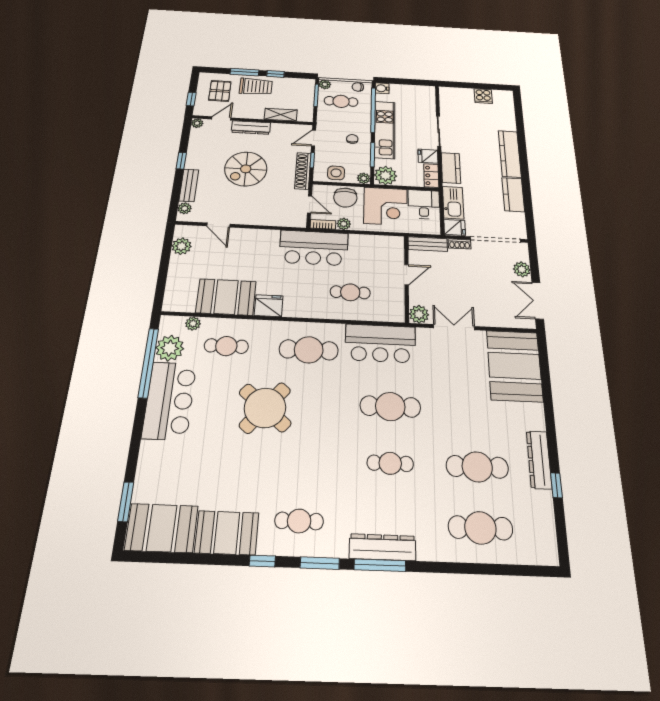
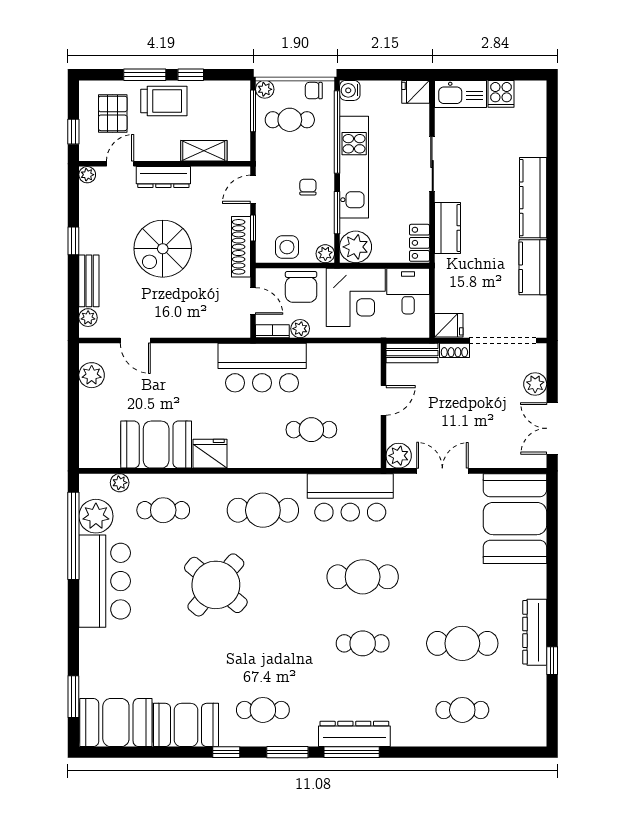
fridge: (428, 156) -> (416, 92), moved
kitchen sink: (453, 203) -> (461, 94), moved, turned 90
cafe table: (480, 528) -> (462, 710), width x0.73, depth x0.74

